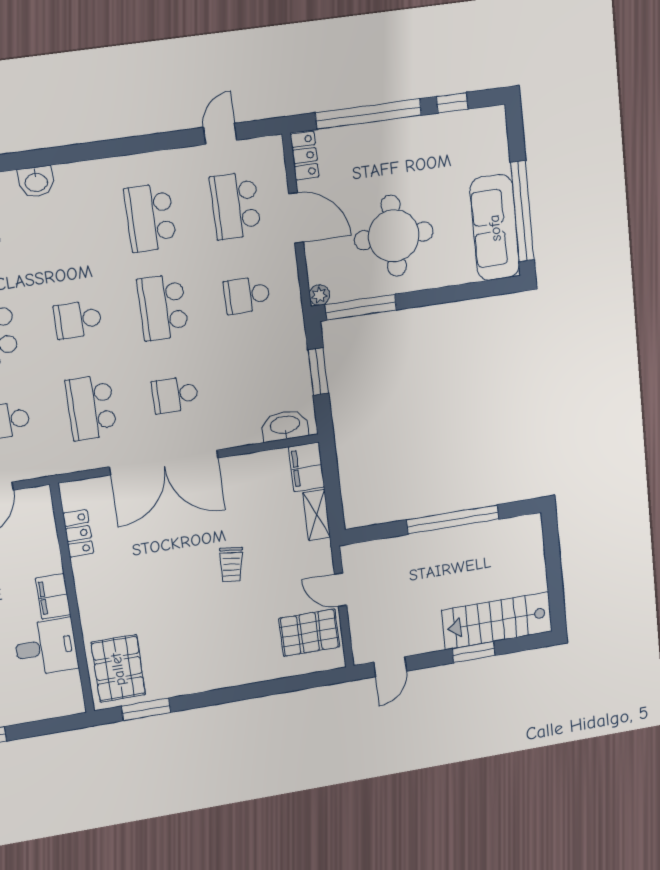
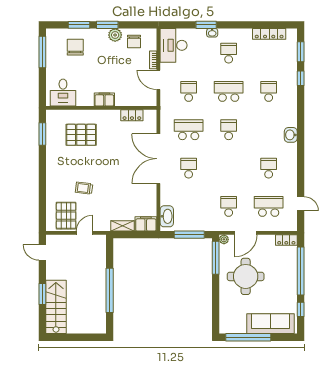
washbasin: (36, 182) -> (291, 135), moved
school desk: (150, 218) -> (269, 168), width x0.54
door: (296, 218) -> (246, 233), moved
sofa: (495, 228) -> (270, 324), moved
school desk: (163, 307) -> (229, 168), removed
window: (318, 372) -> (189, 235), width x1.44
trolley: (231, 565) -> (84, 188), moved
desk: (46, 647) -> (63, 93), moved
pallet: (118, 669) -> (81, 135), moved

